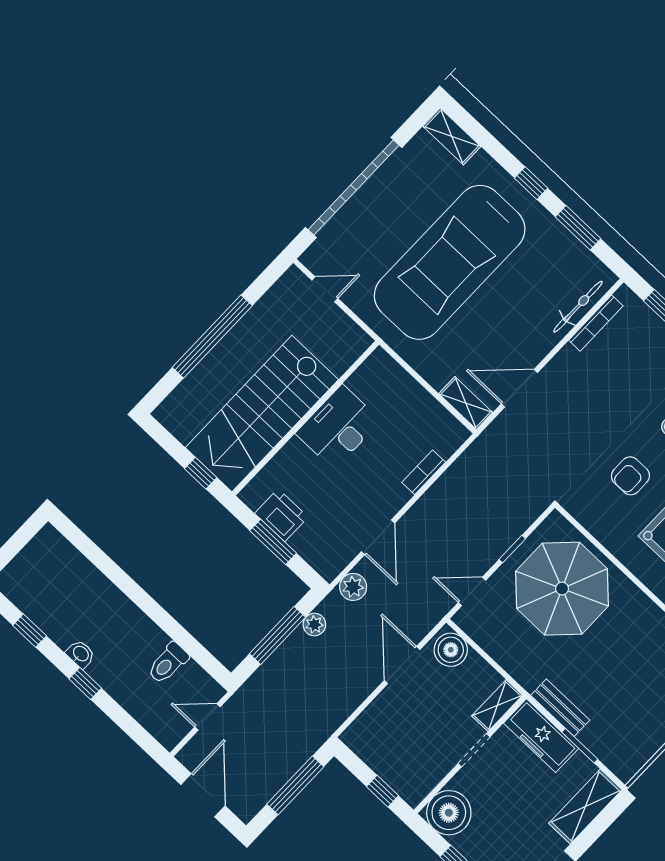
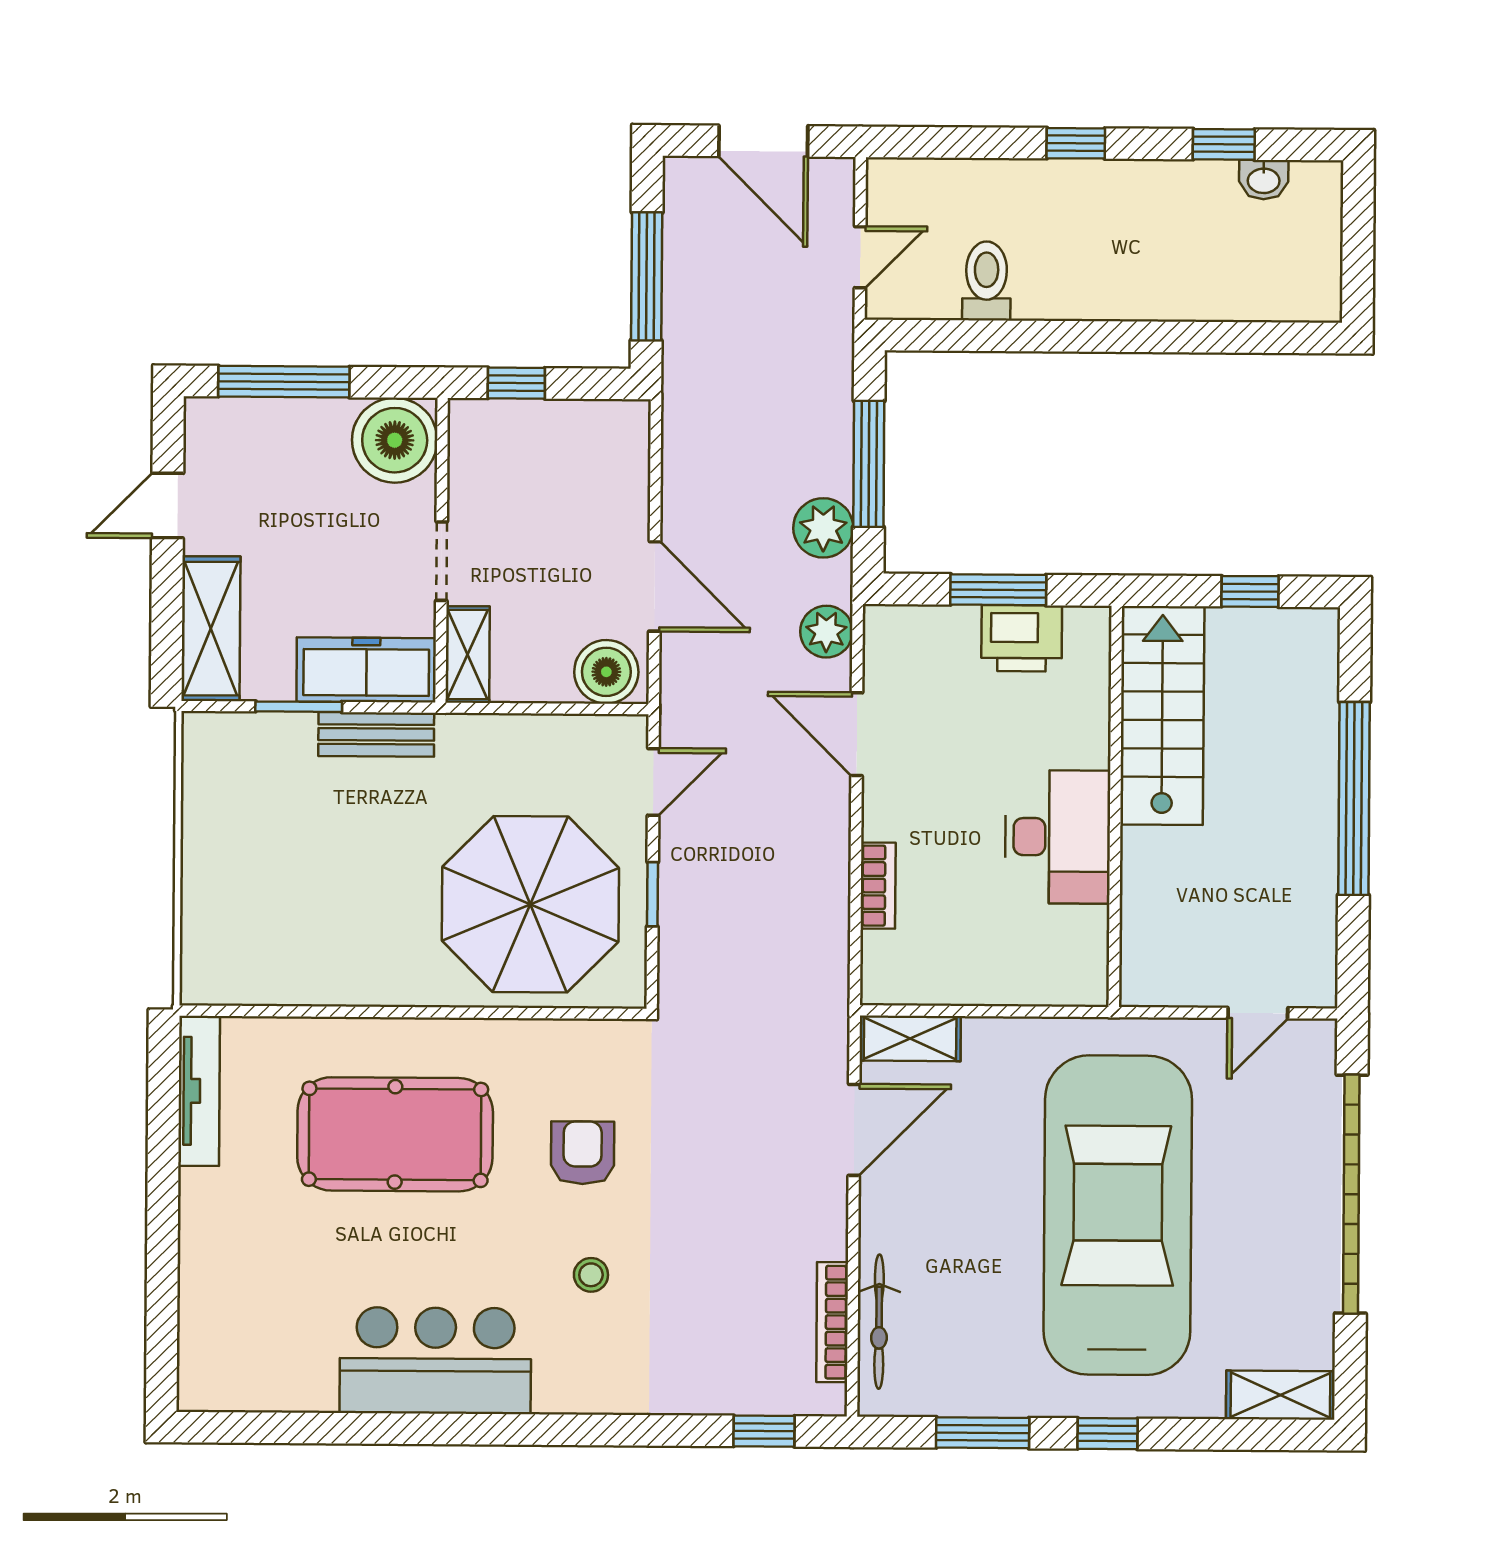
stairs: (262, 414) -> (1162, 715), width x0.73, depth x0.66
window: (201, 473) -> (1250, 591), moved
plant: (314, 624) -> (823, 528), width x1.38, depth x1.38
washbasin: (81, 654) -> (1264, 180), moved

